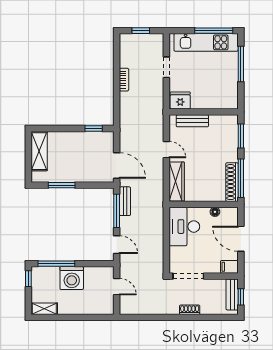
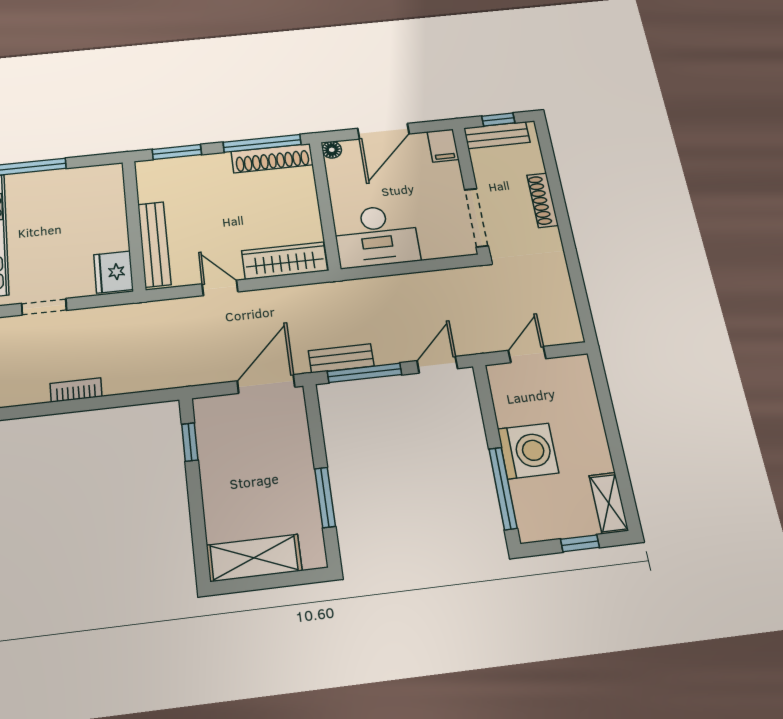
bench: (192, 121) -> (154, 244), width x1.36
door: (166, 150) -> (220, 288), hinge flipped
floor lamp: (215, 212) -> (332, 150), moved
window: (28, 279) -> (580, 543), moved
shoe rack: (190, 310) -> (543, 200), width x1.43

